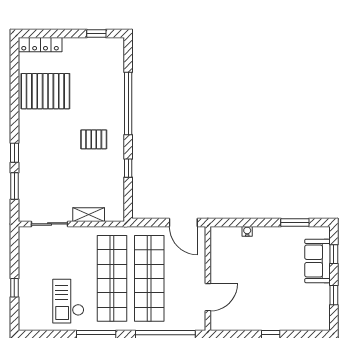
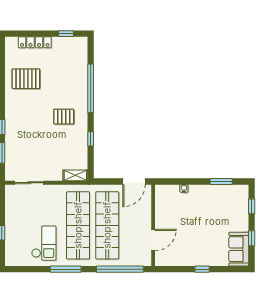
locker: (40, 45) -> (35, 42), moved
pallet: (45, 91) -> (26, 79), width x0.73, depth x0.71
shelving: (89, 215) -> (75, 175), moved
door: (183, 222) -> (134, 182), hinge flipped
sofa: (317, 261) -> (239, 249), moved
checkout: (68, 301) -> (44, 243), turned 180

